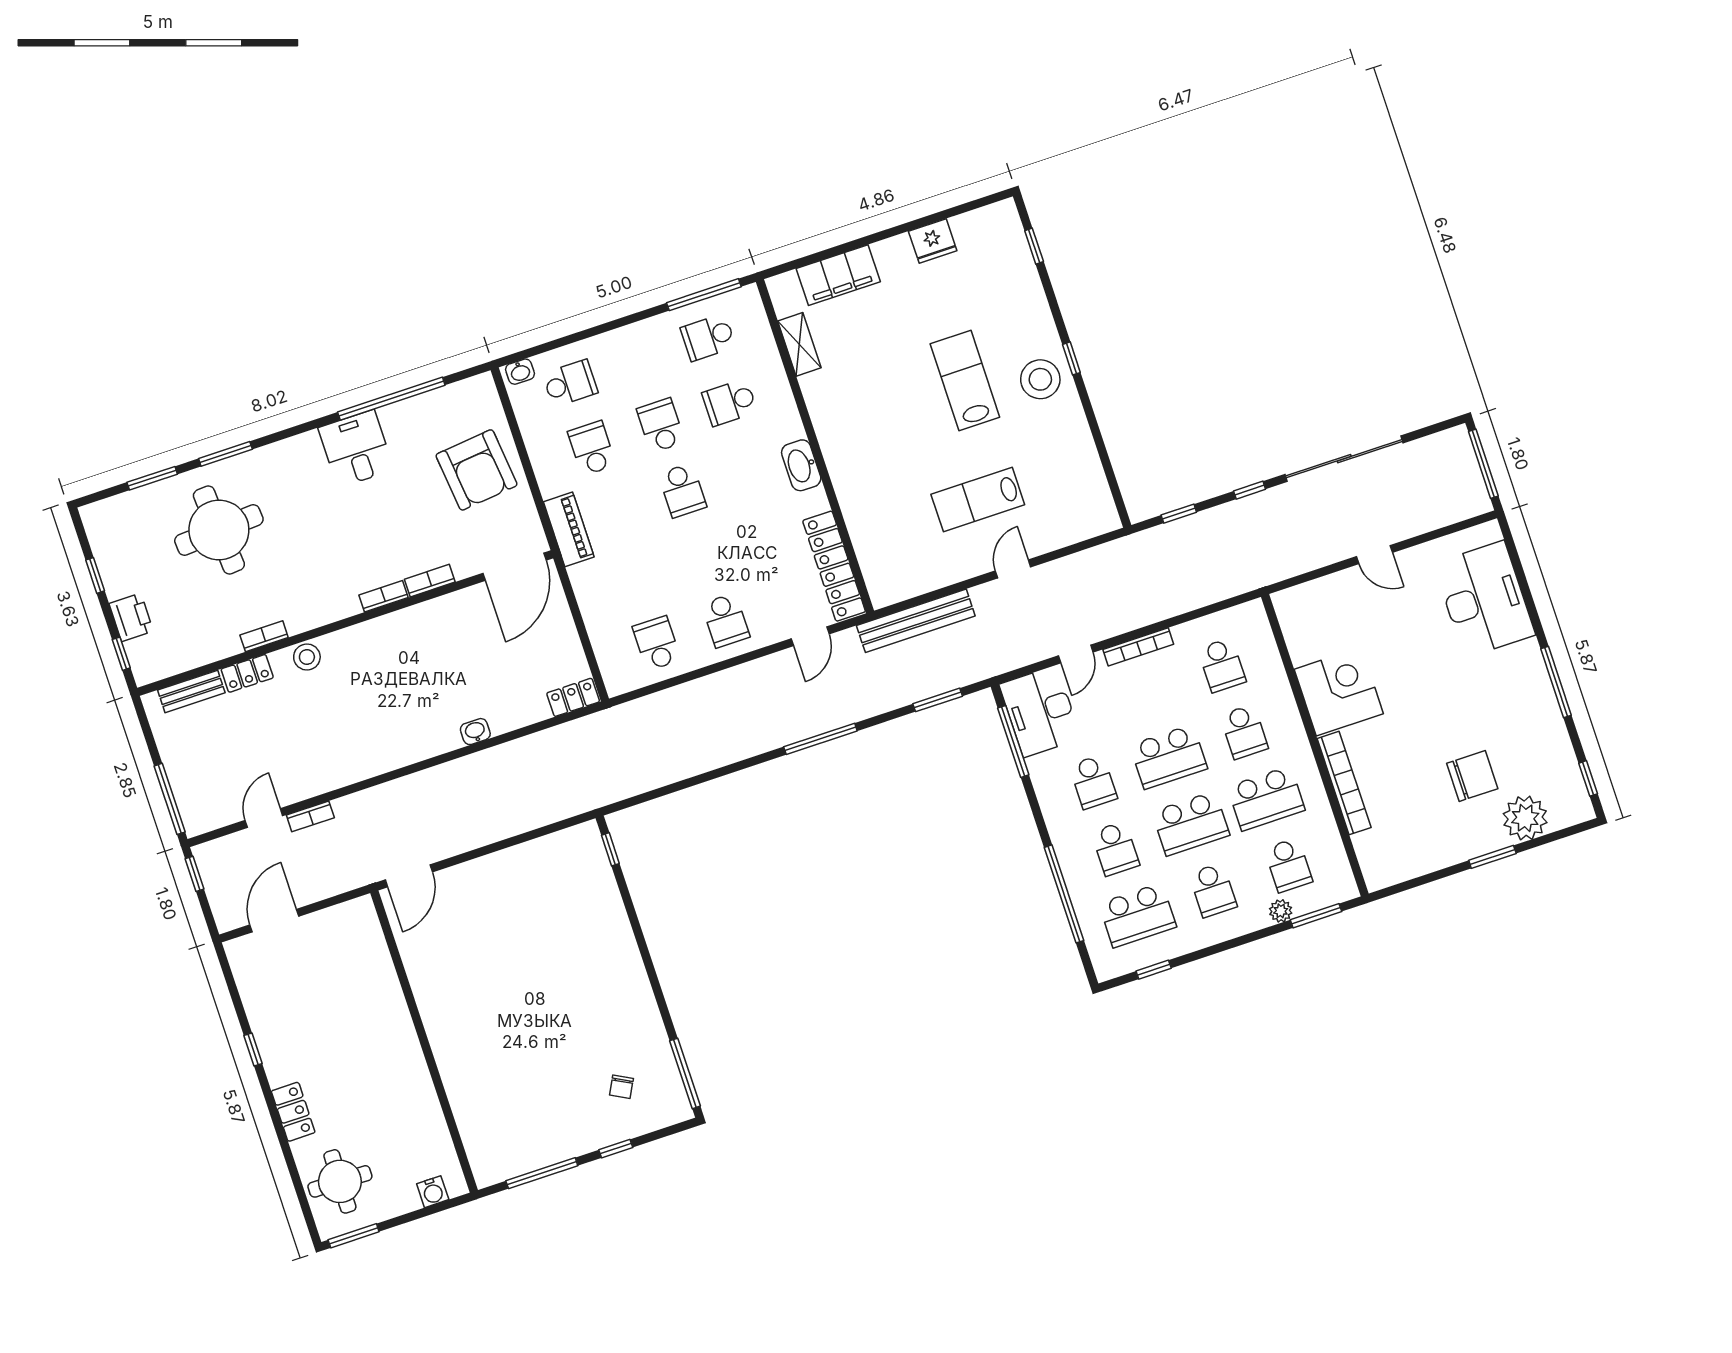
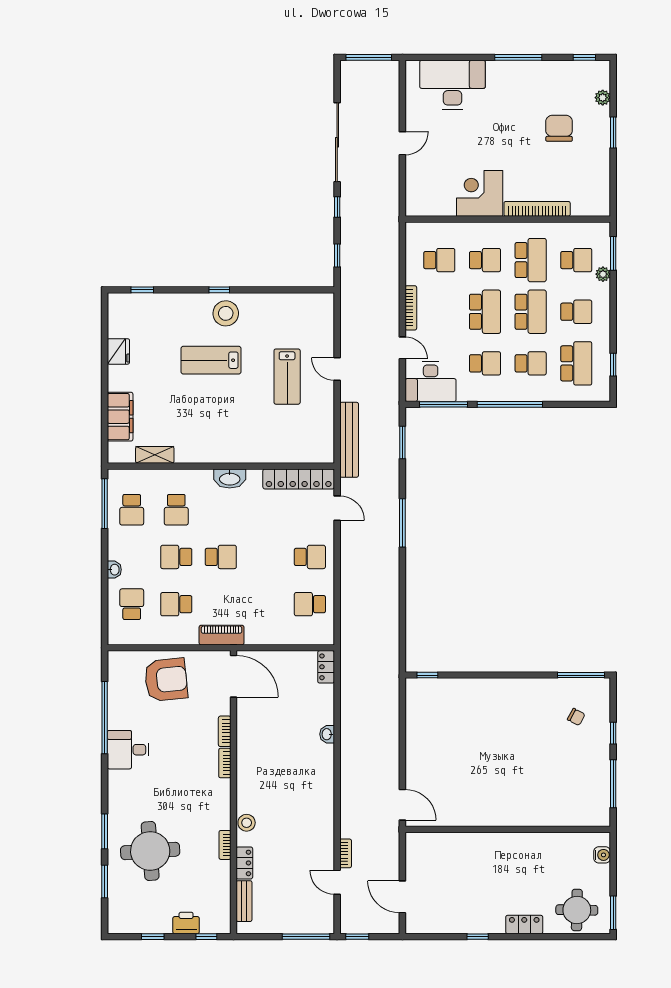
washbasin: (520, 372) -> (114, 570), moved
plant: (1525, 818) -> (603, 98), width x0.53, depth x0.53
window: (1064, 894) -> (510, 404), moved

